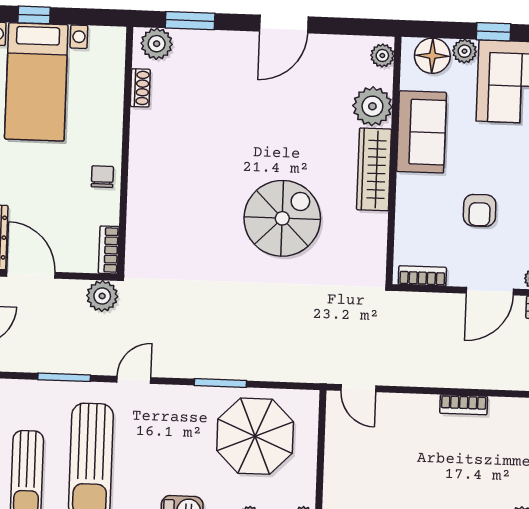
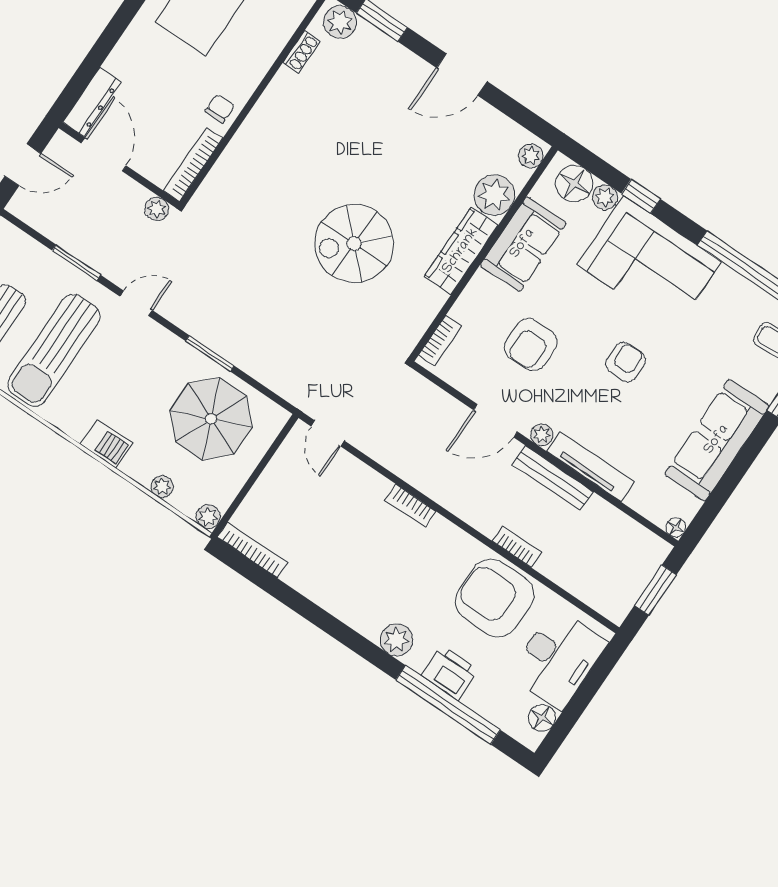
armchair: (480, 210) -> (531, 345), width x1.38, depth x1.38
spiral stairs: (282, 218) -> (354, 243), turned 180
bookcase: (109, 250) -> (193, 164), width x1.56
bookcase: (422, 276) -> (440, 341), moved, turned 90
plant: (102, 296) -> (157, 209), width x0.73, depth x0.73

